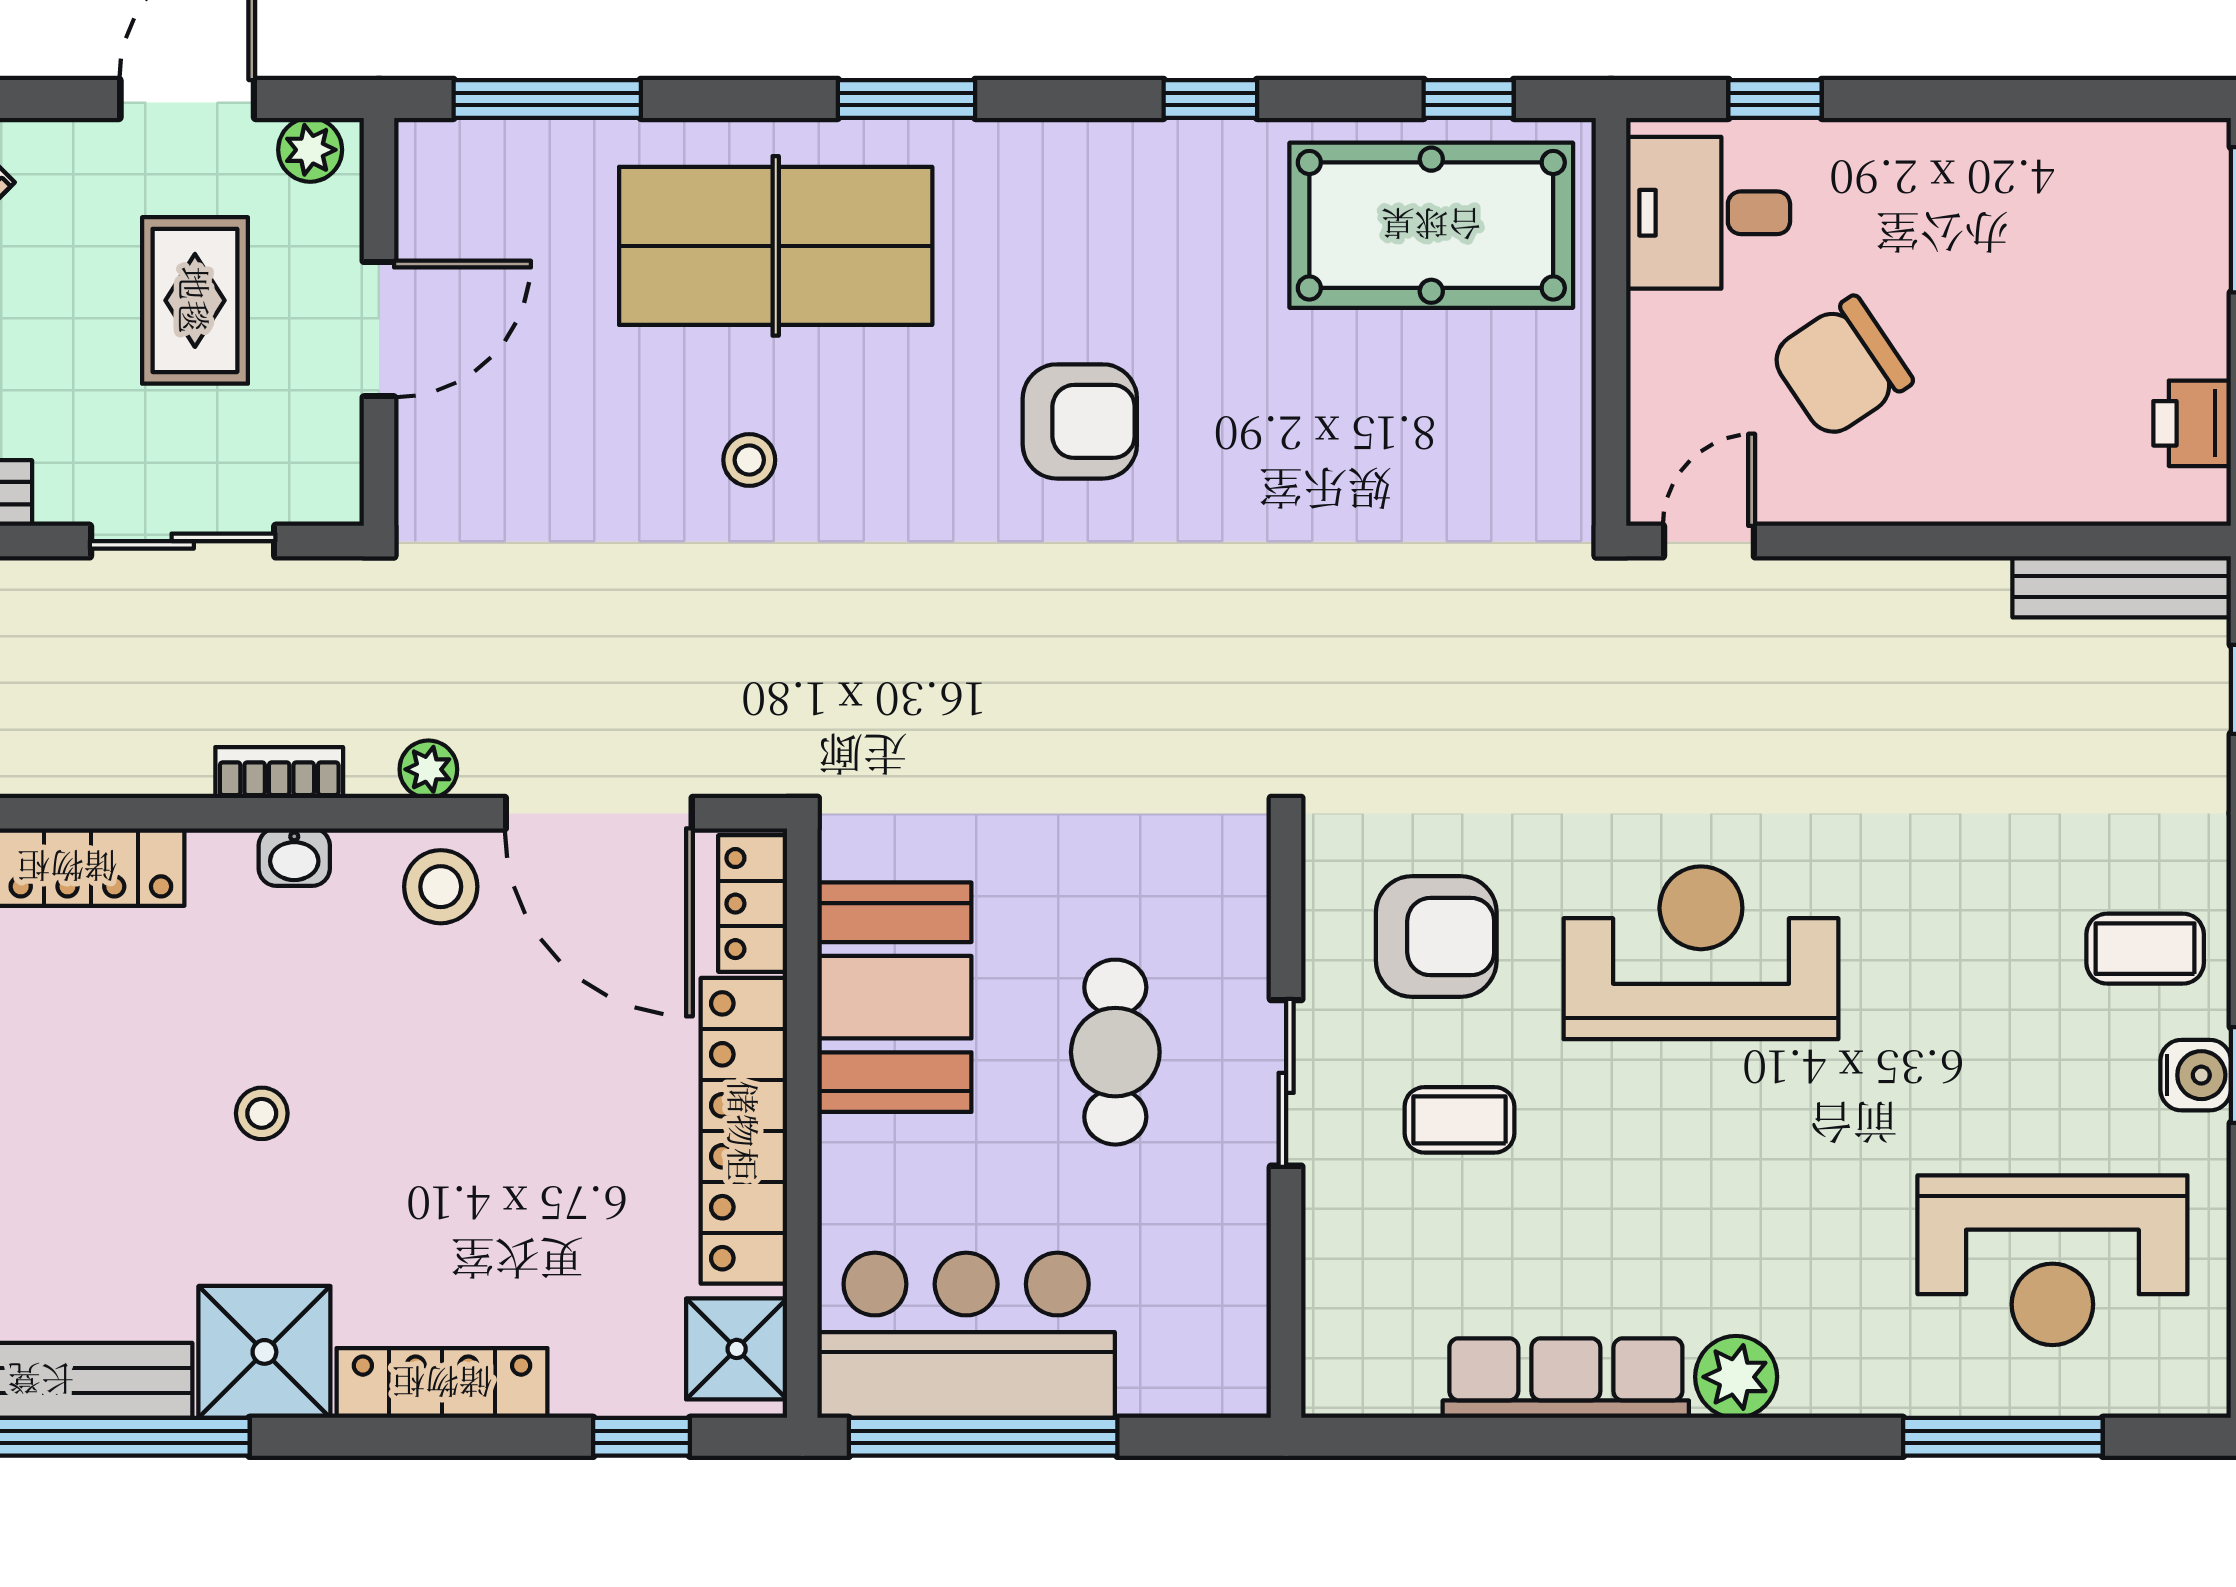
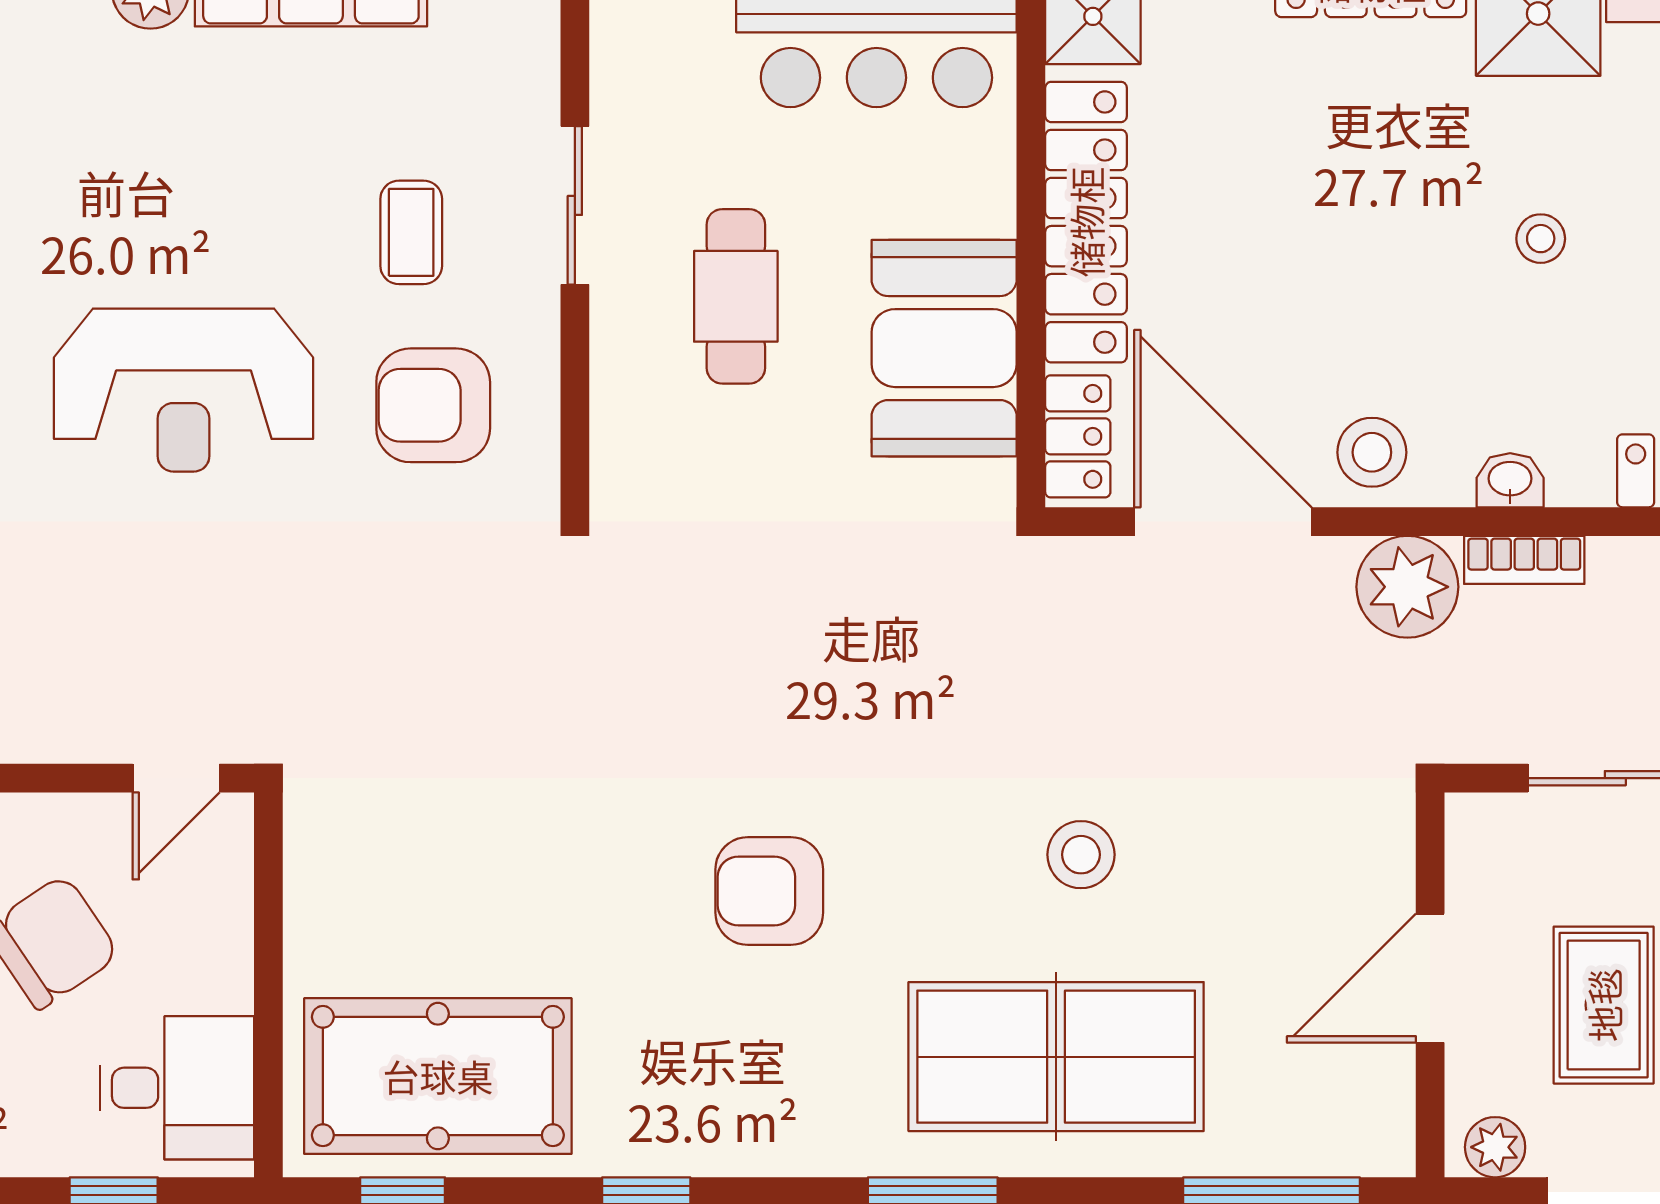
stool: (749, 460) -> (1081, 855), width x1.37, depth x1.37
plant: (428, 769) -> (1407, 587), width x1.88, depth x1.88
sliding door: (1286, 1083) -> (575, 205), moved
coffee table: (1460, 1120) -> (411, 232), turned 90

